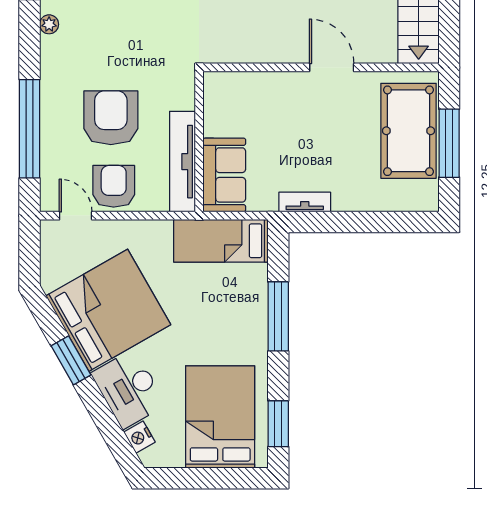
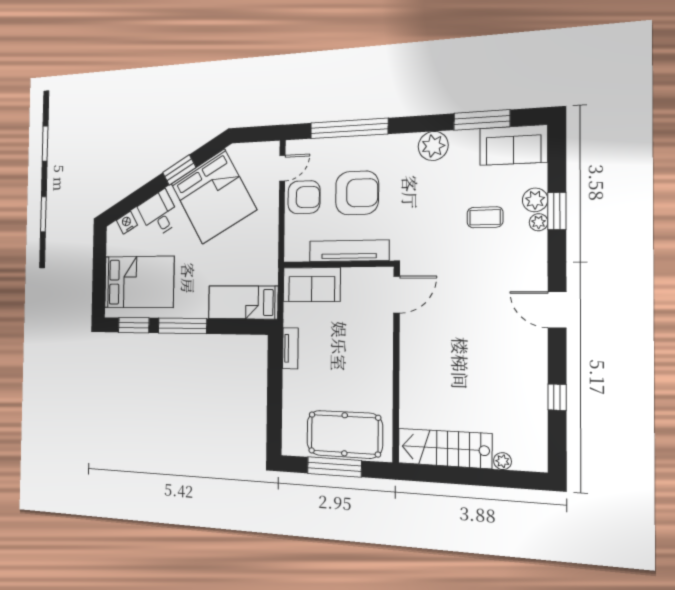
plant: (49, 24) -> (433, 146), width x1.88, depth x1.88
door: (332, 67) -> (397, 295), moved
tv unit: (182, 162) -> (349, 251), moved
bed: (221, 241) -> (243, 302), moved, turned -90
window: (278, 316) -> (182, 326), moved
desk: (129, 389) -> (159, 214), width x0.73

